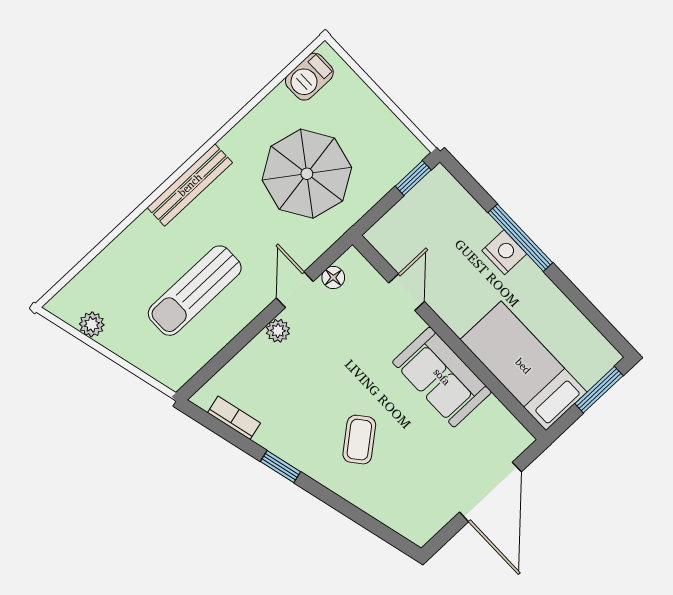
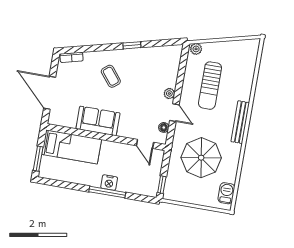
sun lounger: (195, 291) -> (210, 86), turned 180
door: (407, 292) -> (145, 144), moved
plant: (92, 324) -> (196, 49), moved
bookcase: (234, 418) -> (71, 57), moved

